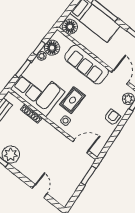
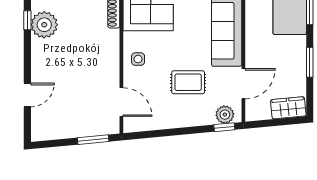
rug: (73, 100) -> (188, 82), moved
armchair: (112, 117) -> (187, 113), removed

